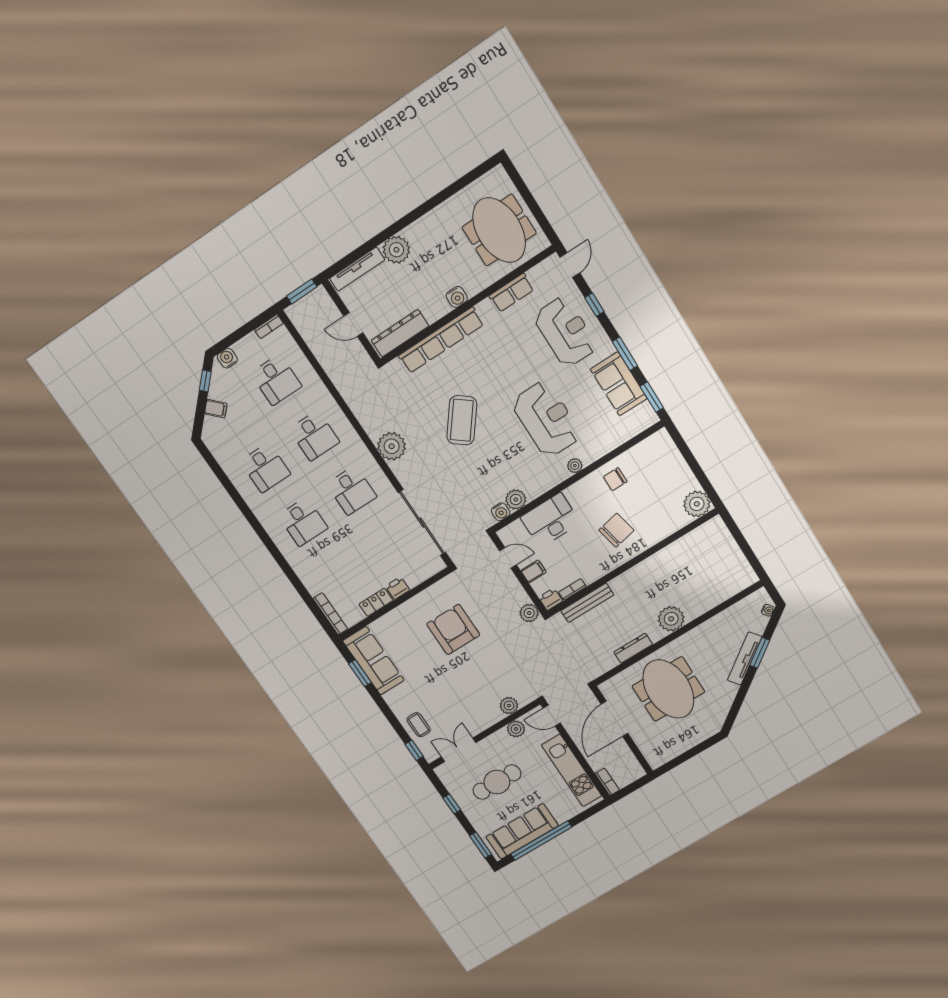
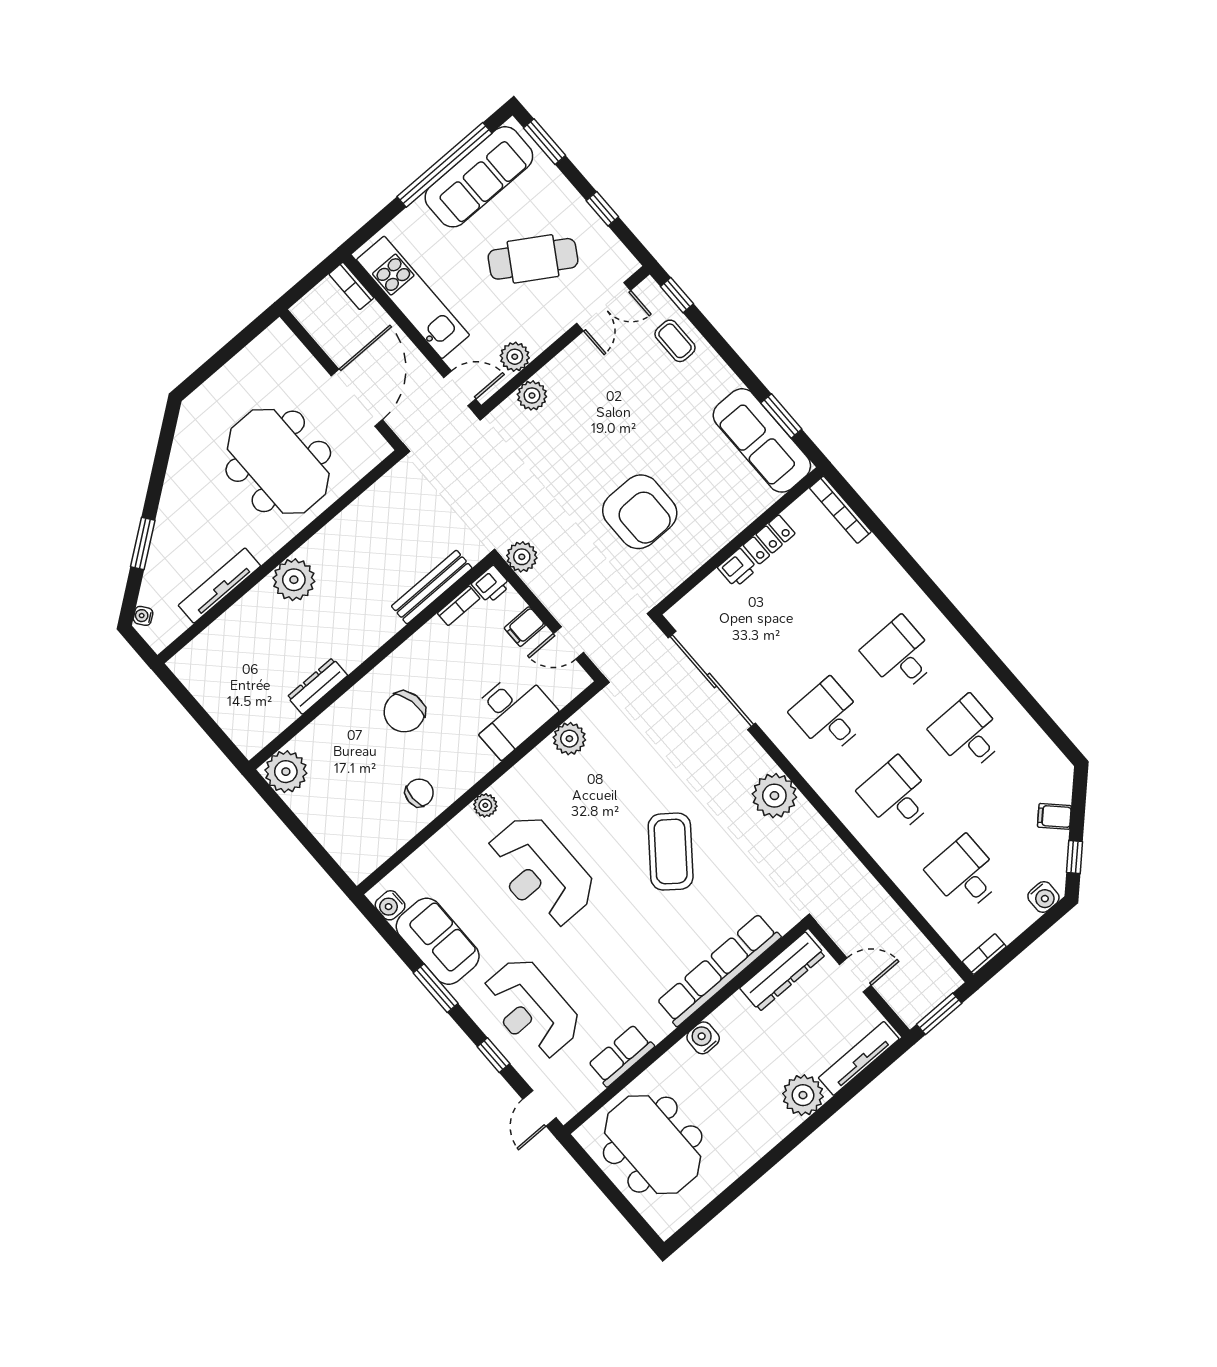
window: (652, 397) -> (384, 928), removed
water cooler: (501, 512) -> (390, 905), moved, turned -90
dresser: (633, 648) -> (317, 686), moved, turned 180
tv unit: (745, 658) -> (219, 586), moved, turned -143
cafe table: (497, 782) -> (533, 259), turned 32

